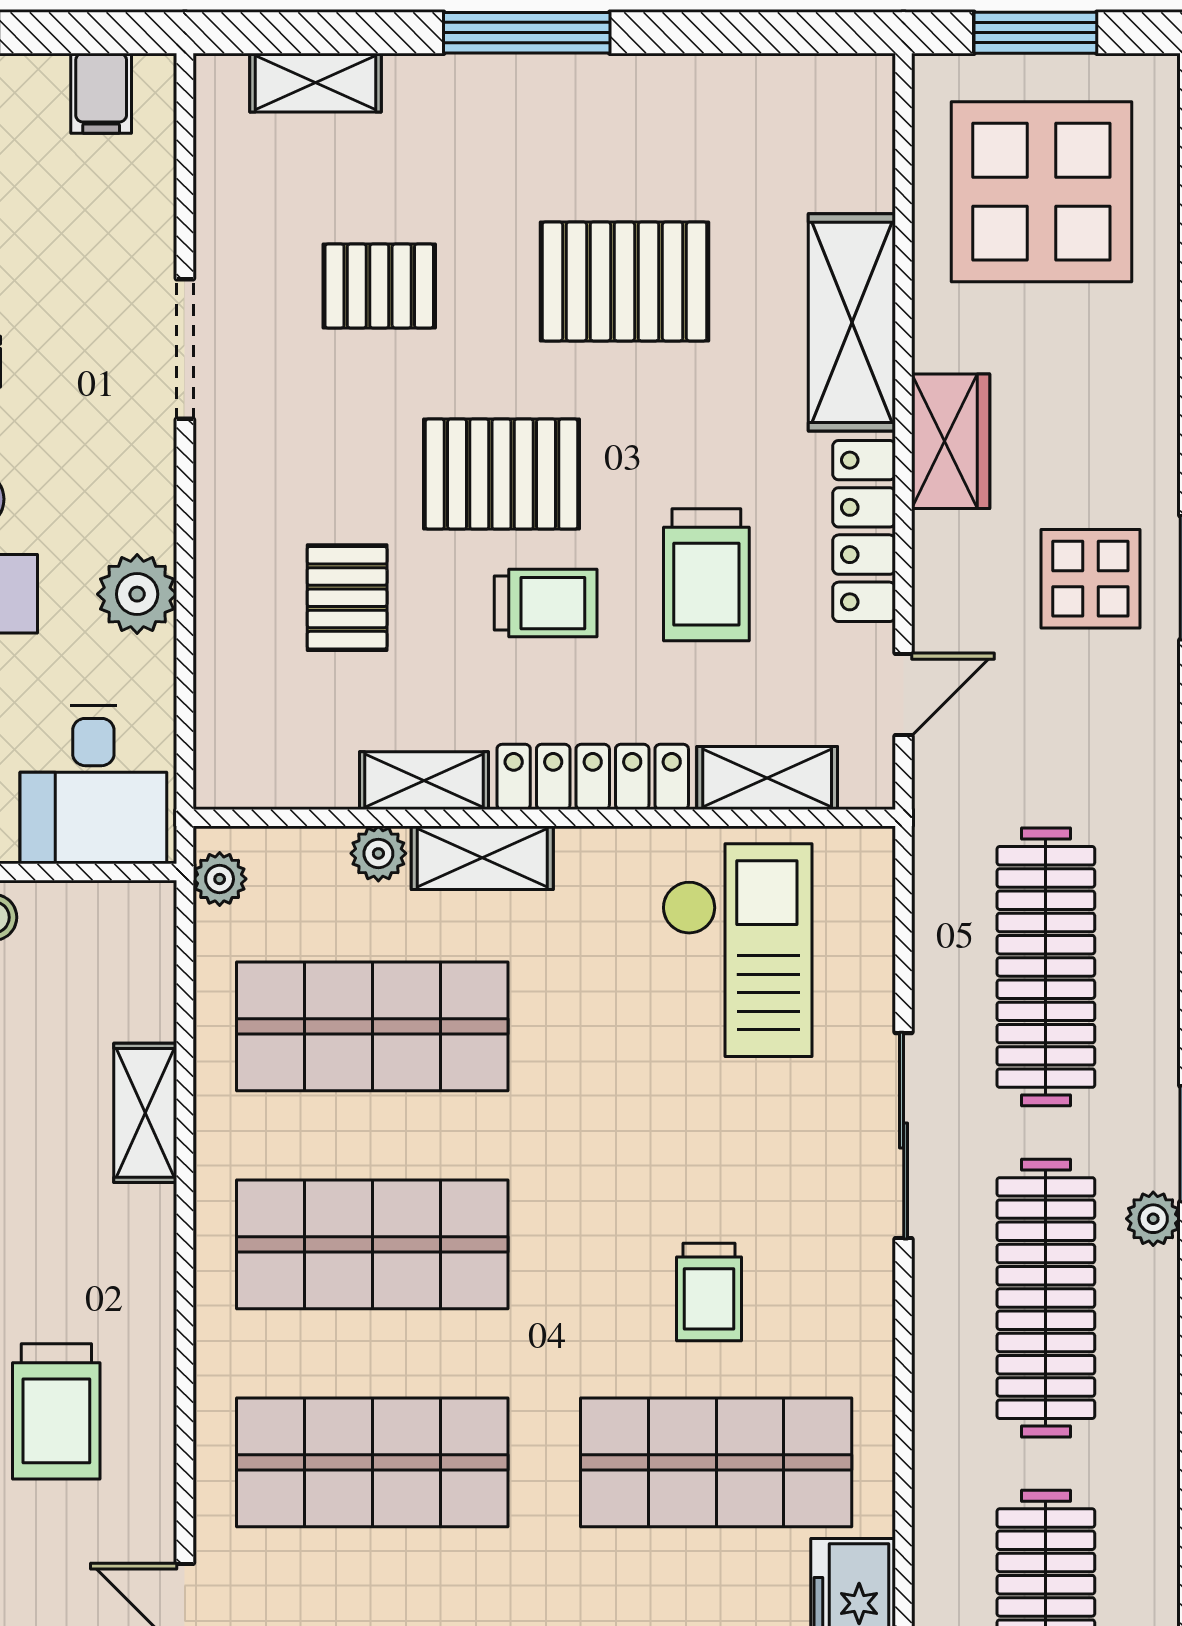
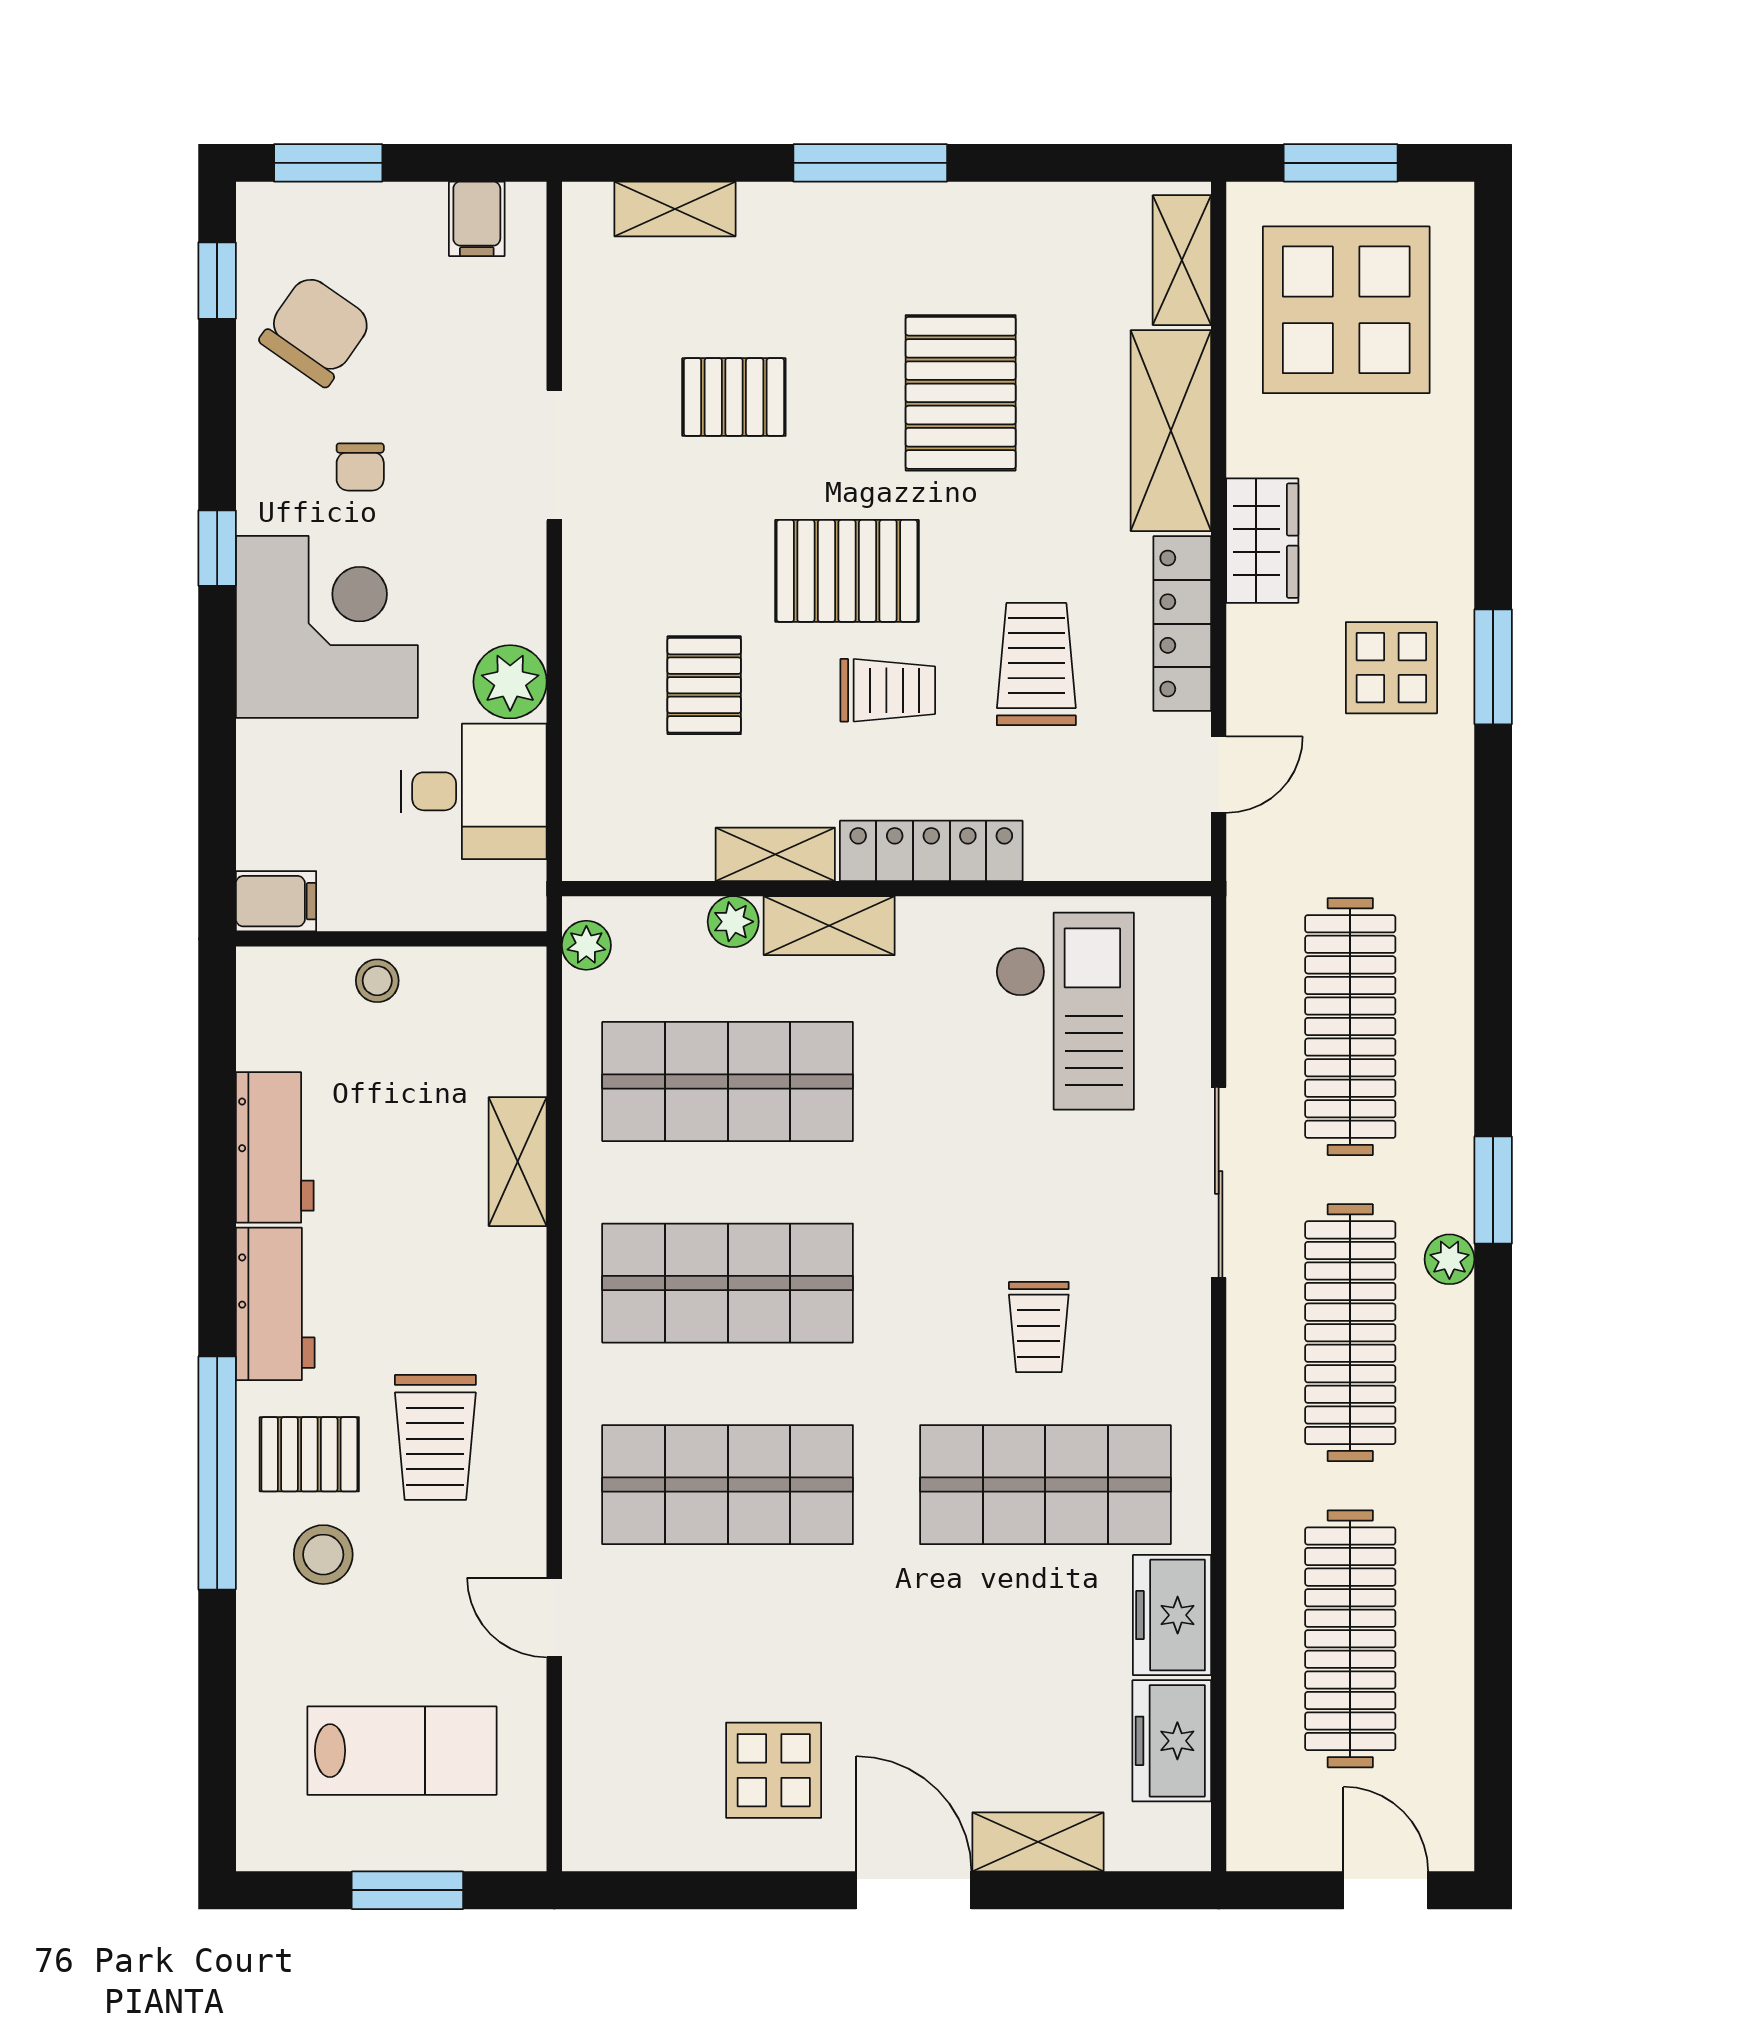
pallet: (624, 281) -> (961, 393), turned 90
trolley: (706, 575) -> (1036, 664), turned 180
shelving: (767, 778) -> (1182, 260), moved, turned 90
desk: (93, 785) -> (474, 791), moved, turned -90

